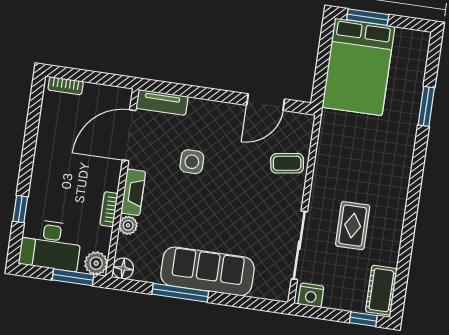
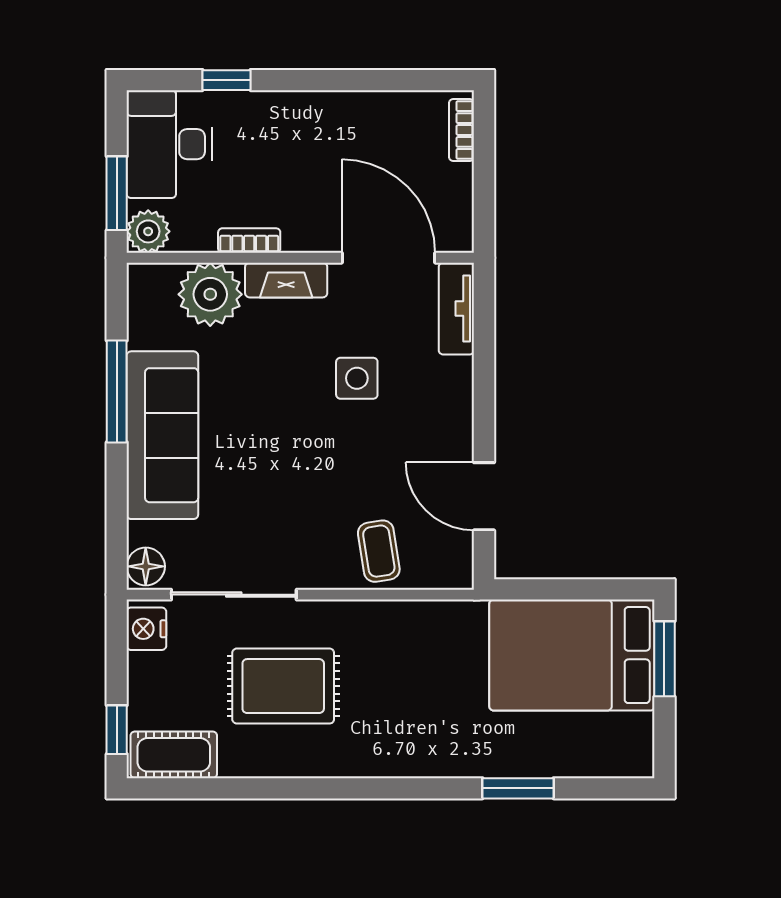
plant: (128, 225) -> (210, 294), width x1.88, depth x1.88
rug: (353, 226) -> (283, 686), width x1.36, depth x1.43
floor lamp: (123, 268) -> (146, 566), moved

